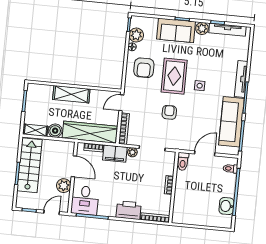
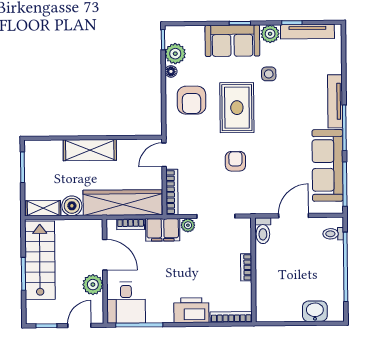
side table: (200, 86) -> (269, 74), moved
washbasin: (227, 206) -> (315, 311), moved, turned 90

